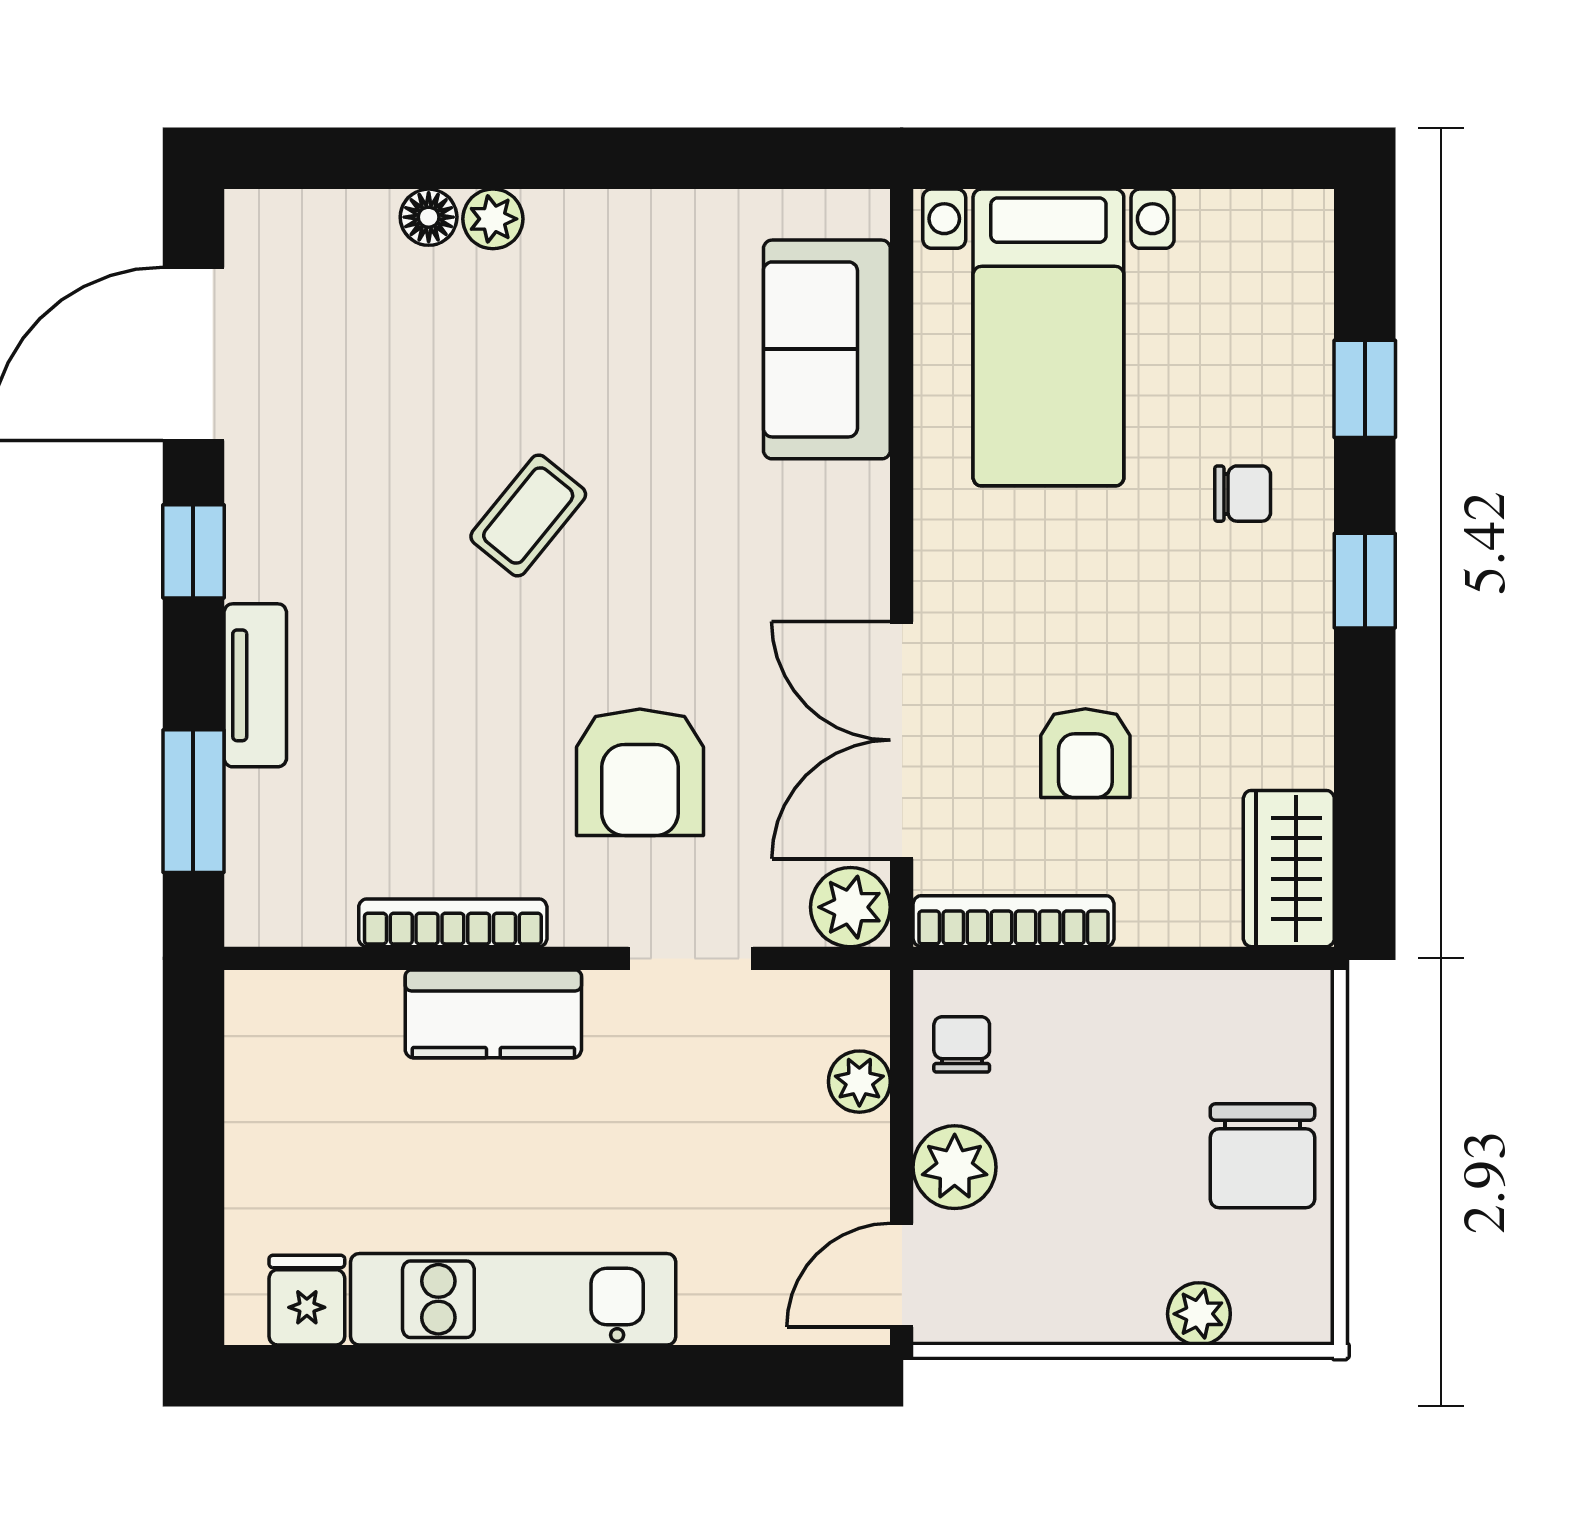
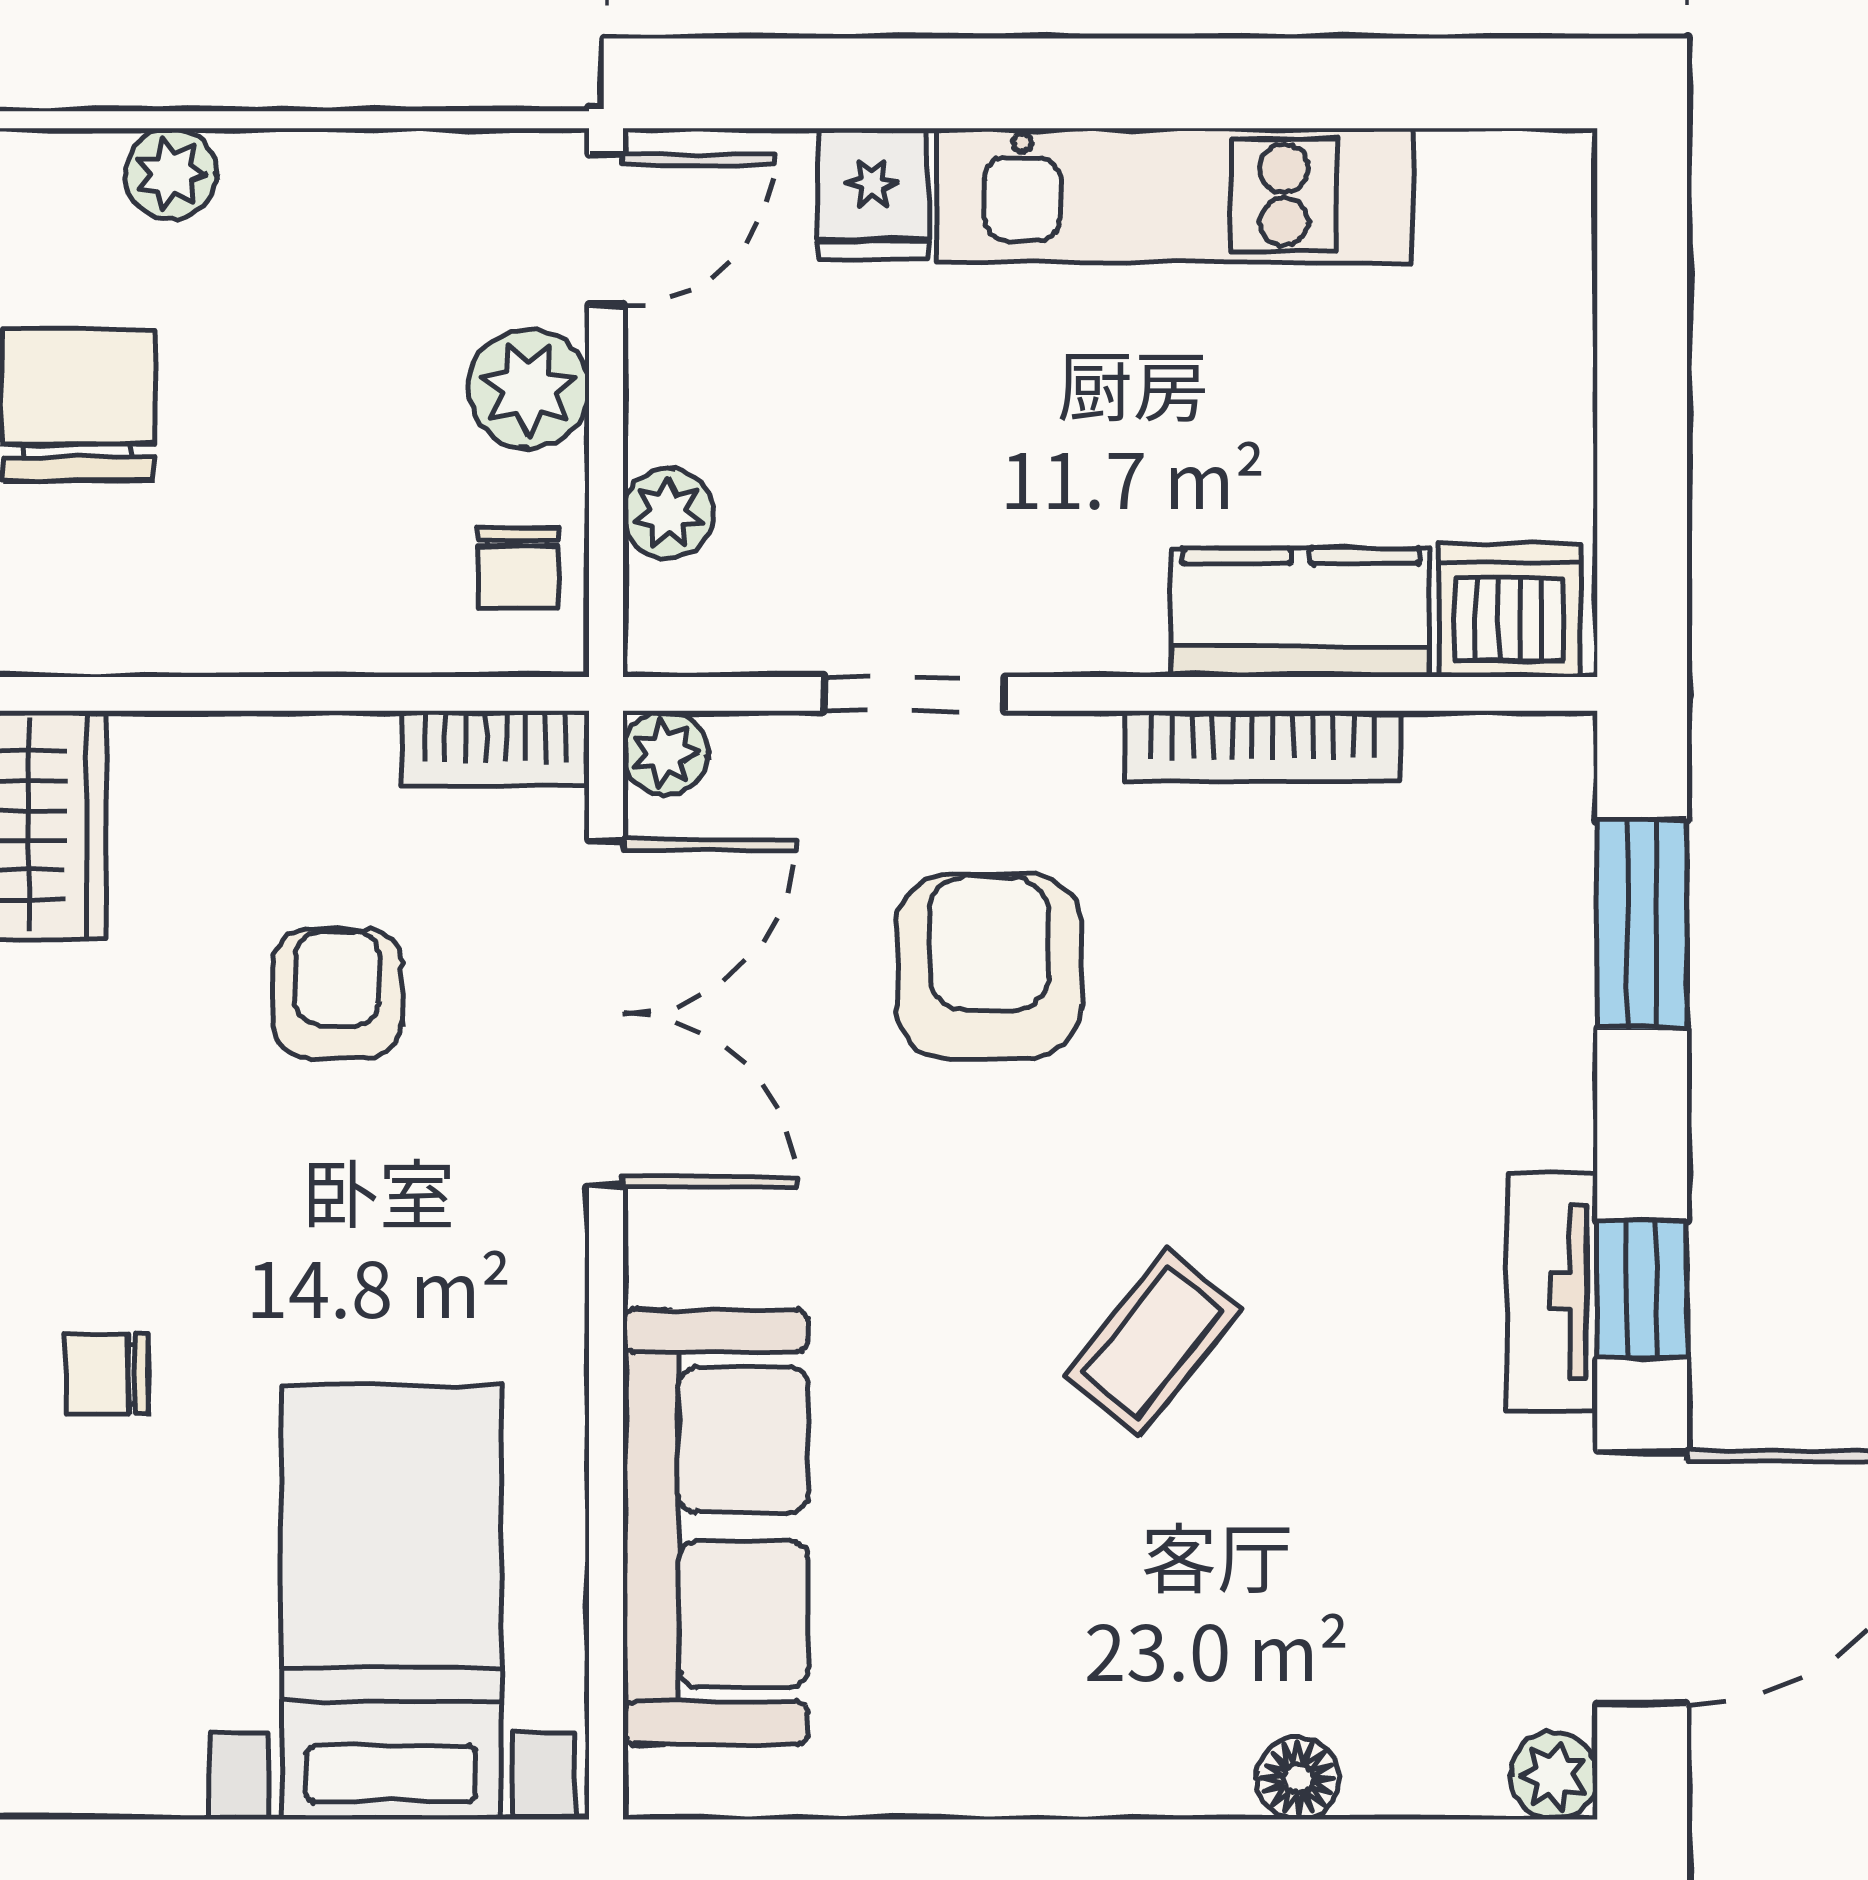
plant: (493, 219) -> (1554, 1776), moved
sofa: (827, 349) -> (715, 1527), width x1.36
tv unit: (255, 685) -> (1552, 1291), moved
plant: (850, 907) -> (665, 753), width x0.73, depth x0.73
bookcase: (1014, 921) -> (495, 748), width x0.64
kitchen counter: (493, 1014) -> (1300, 613), moved
dishwasher: (284, 1015) -> (1509, 610), added
fridge: (307, 1300) -> (873, 194), moved

